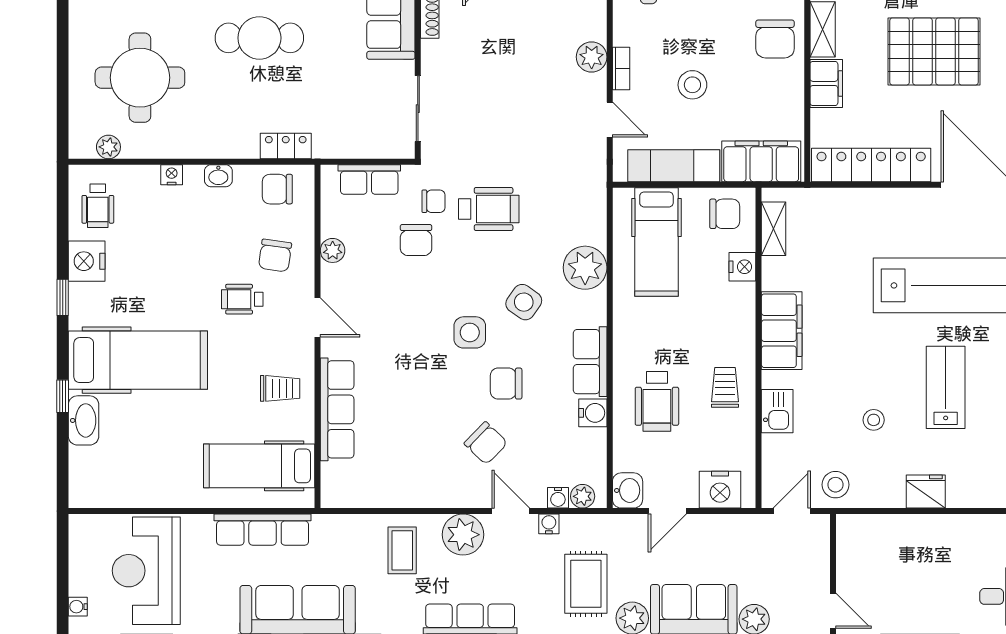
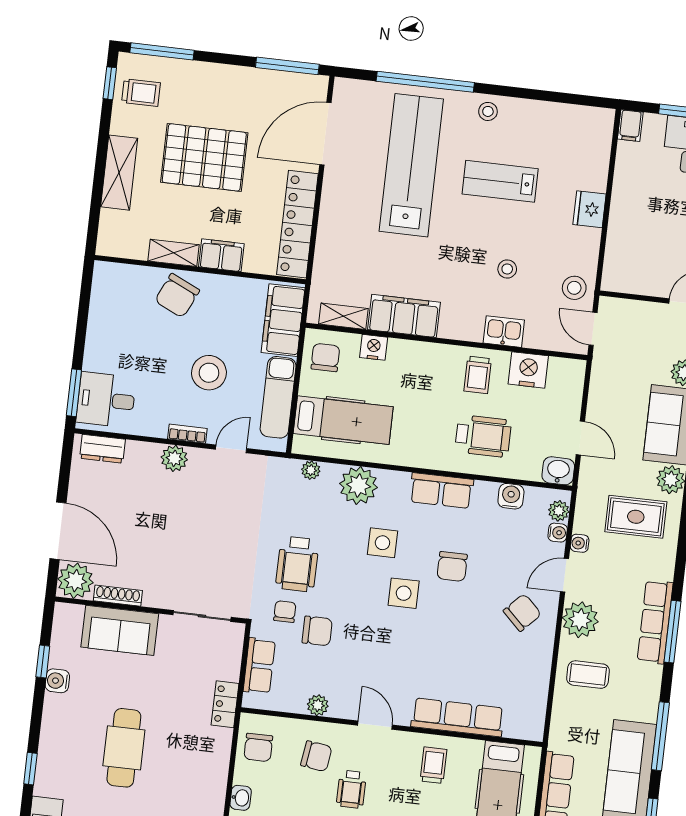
chair: (775, 39) -> (177, 296), turned 115
pallet: (934, 51) -> (204, 157), turned 90
stool: (692, 85) -> (209, 373), width x1.38, depth x1.38
locker: (286, 146) -> (225, 704), moved
wheelchair: (489, 209) -> (297, 564), turned 180
plant: (596, 212) -> (311, 470), added
side table: (524, 302) -> (382, 543), turned -35
door: (318, 318) -> (375, 725), hinge flipped
filing cabinet: (782, 331) -> (404, 316), moved
trolley: (725, 387) -> (478, 375), turned -90
water cooler: (593, 413) -> (511, 496), moved
stool: (874, 420) -> (507, 269), moved
chair: (486, 443) -> (522, 613), moved
nightstand: (720, 490) -> (528, 370), moved, turned -90

